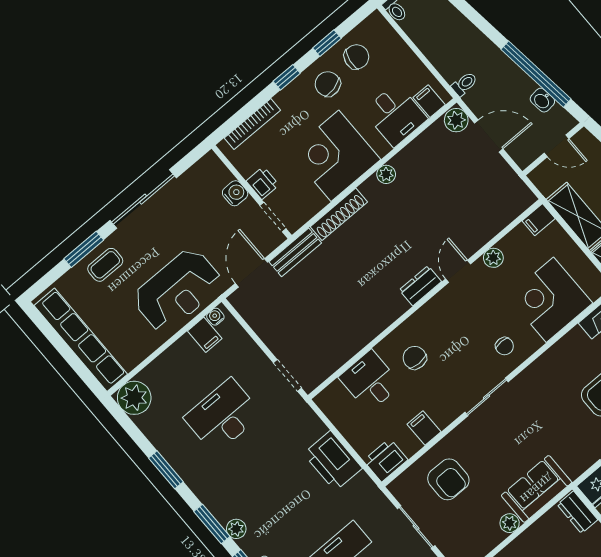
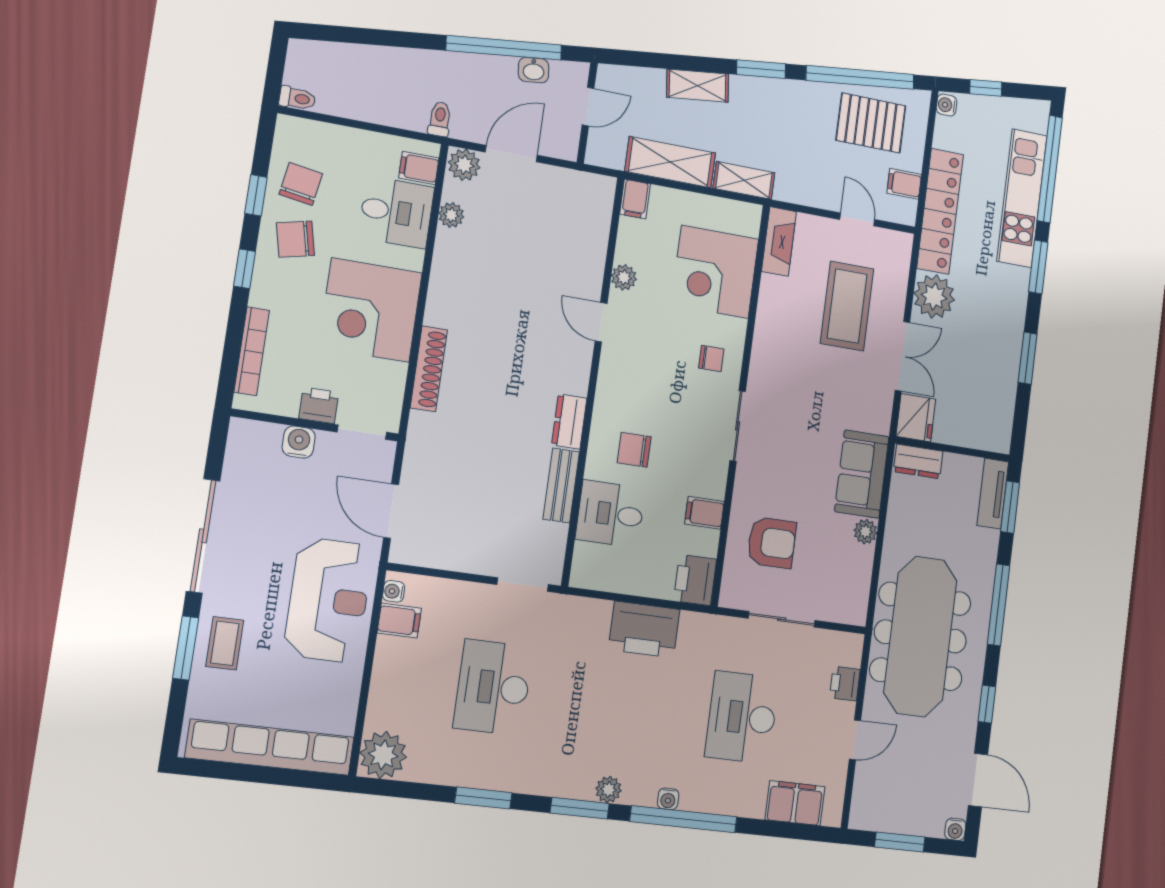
plant: (386, 174) -> (451, 215), moved
bench: (295, 252) -> (561, 485), moved
dresser: (420, 286) -> (569, 422), moved

